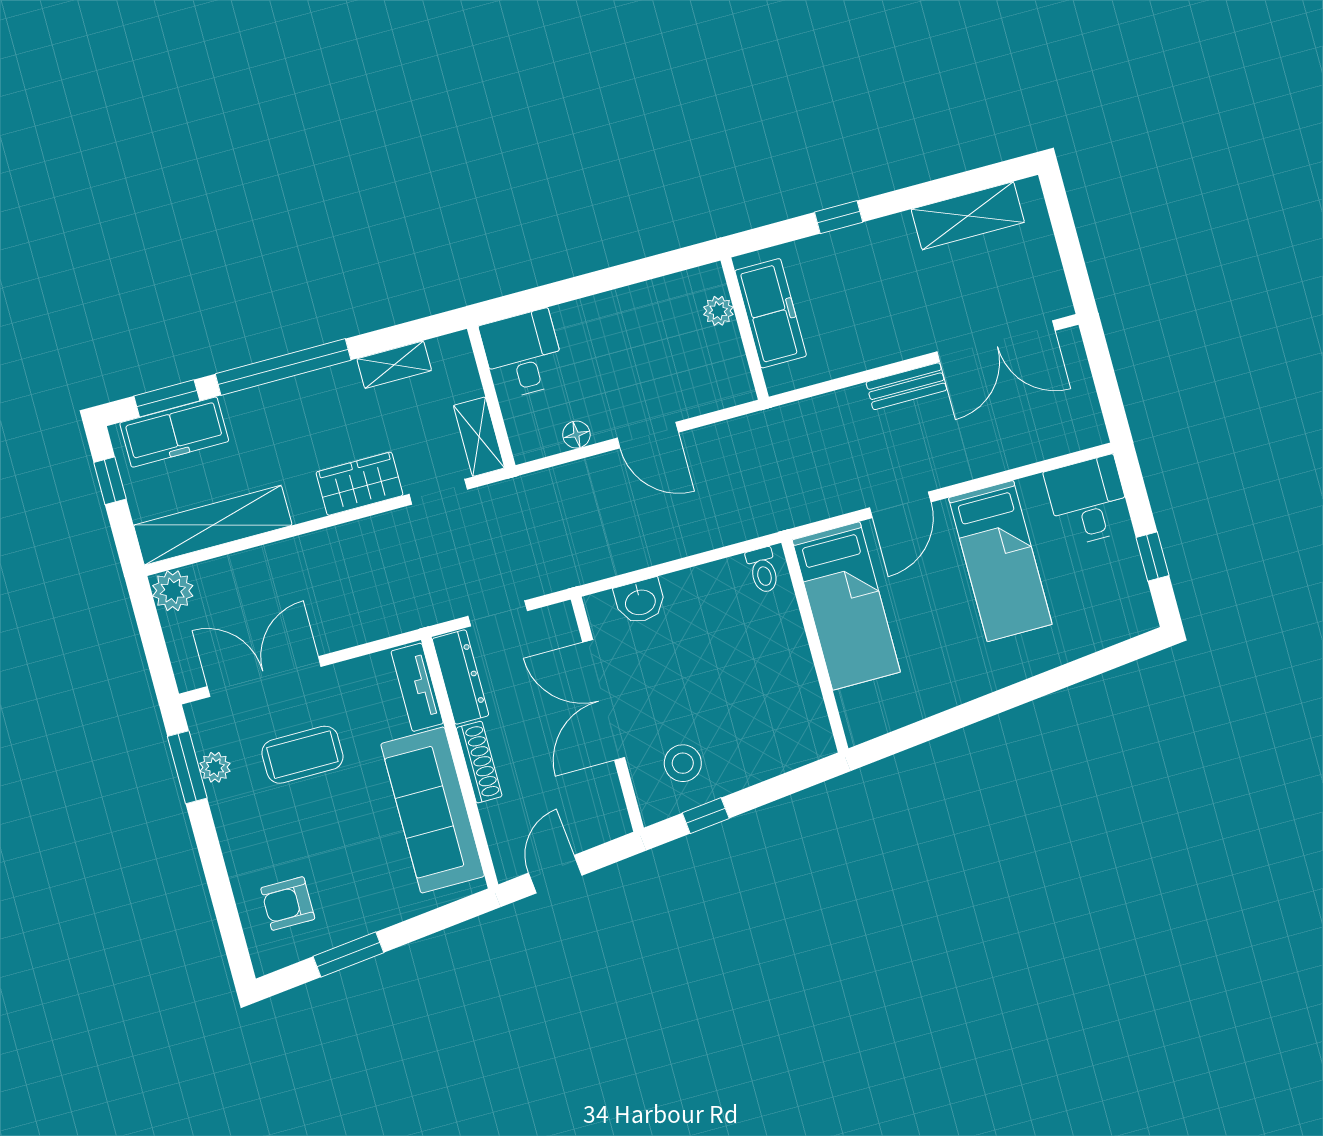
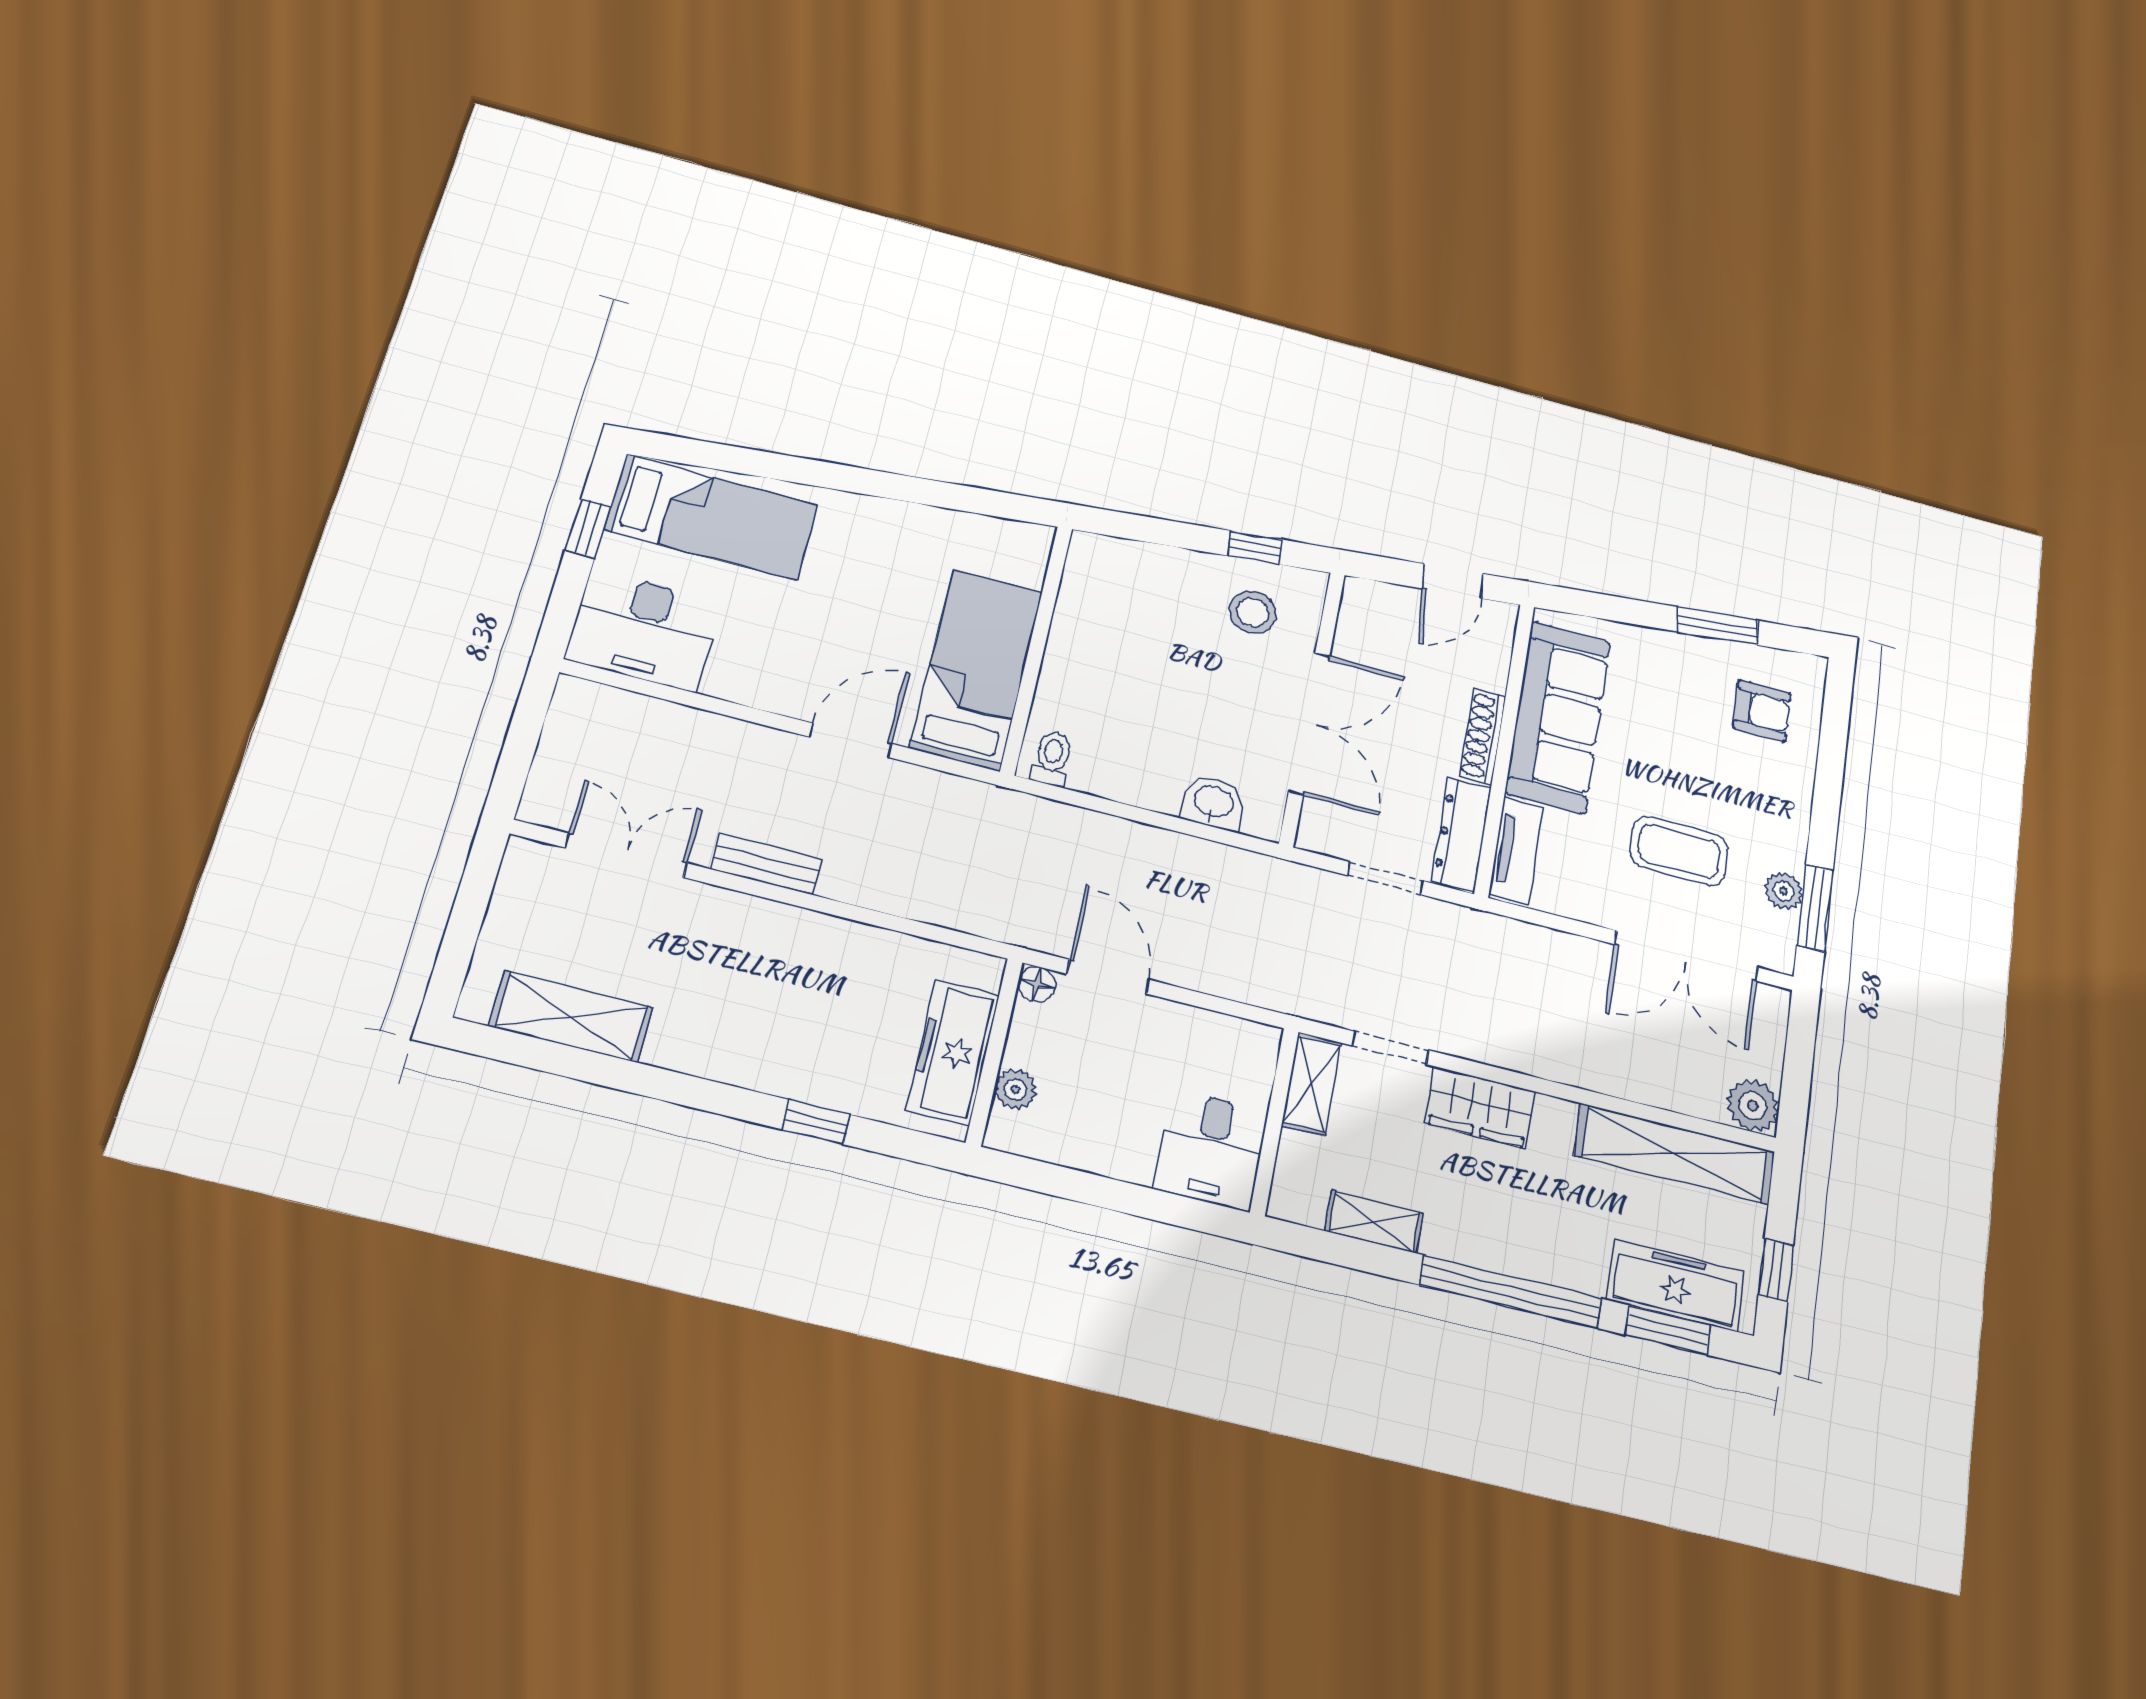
window: (839, 217) -> (816, 1122), moved
plant: (718, 311) -> (1015, 1089), moved
freezer: (771, 313) -> (953, 1052), moved
wall: (745, 329) -> (994, 1052), moved
double door: (996, 341) -> (626, 855), width x0.73
floor lamp: (576, 435) -> (1037, 984), moved
desk: (1088, 501) -> (644, 630), width x1.37
bed: (1000, 561) -> (711, 517), moved, turned 90

